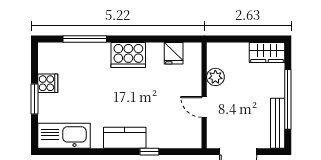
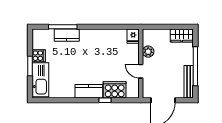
kitchen counter: (91, 52) -> (67, 35), added
fridge: (174, 53) -> (133, 36), moved
cooker: (128, 55) -> (115, 90), moved, turned 180
kitchen sink: (64, 136) -> (40, 80), moved, turned 90

